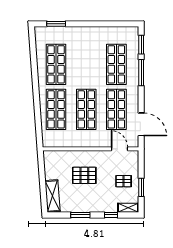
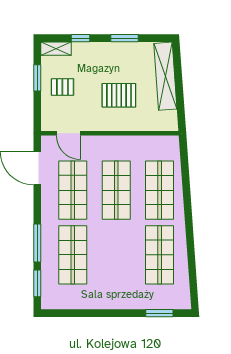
shelving: (53, 196) -> (165, 76), width x1.47

